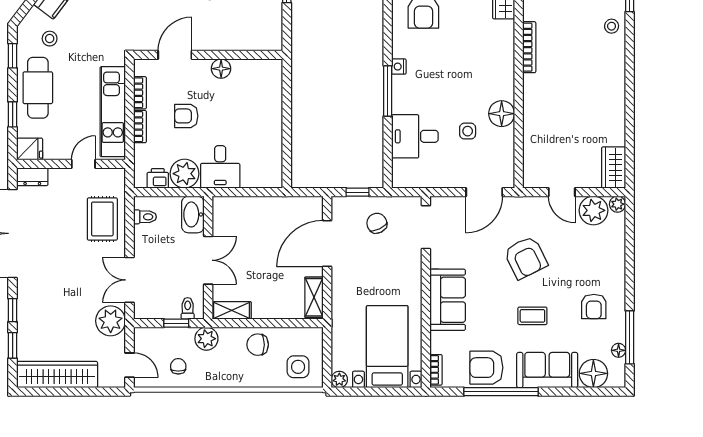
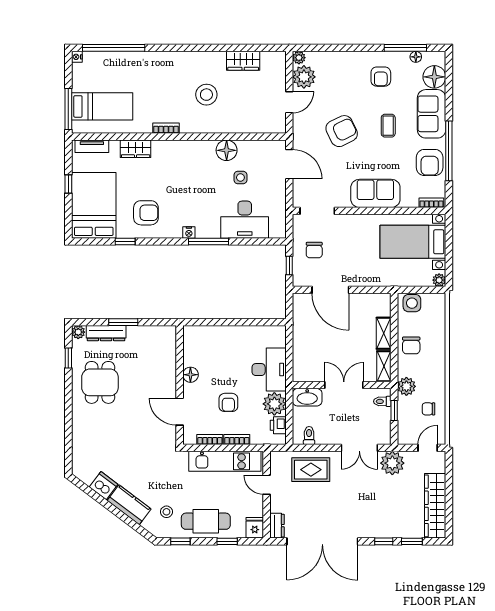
stool: (612, 26) -> (206, 95), moved, width x1.89, depth x1.89
bookcase: (529, 47) -> (166, 128), width x0.64
desk: (415, 136) -> (245, 220), width x1.37
desk: (220, 167) -> (269, 370), width x1.37
wardrobe: (614, 167) -> (243, 61), moved
chair: (377, 223) -> (314, 250), turned -64
shelving: (314, 297) -> (384, 333), moved, turned 90
armchair: (594, 307) -> (381, 77), turned 90
side table: (298, 367) -> (412, 303), moved

